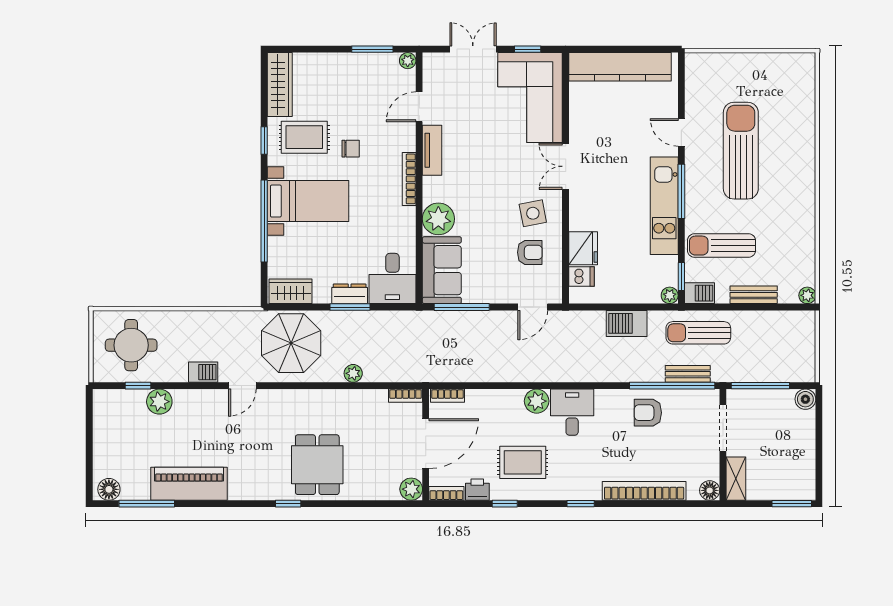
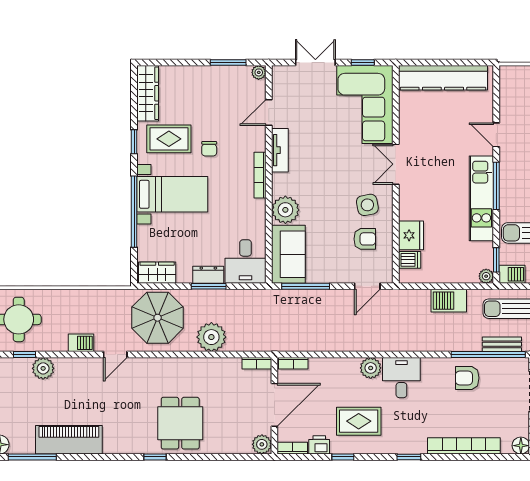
chair: (351, 149) -> (209, 149), turned 90
plant: (353, 373) -> (211, 337), width x1.87, depth x1.87

